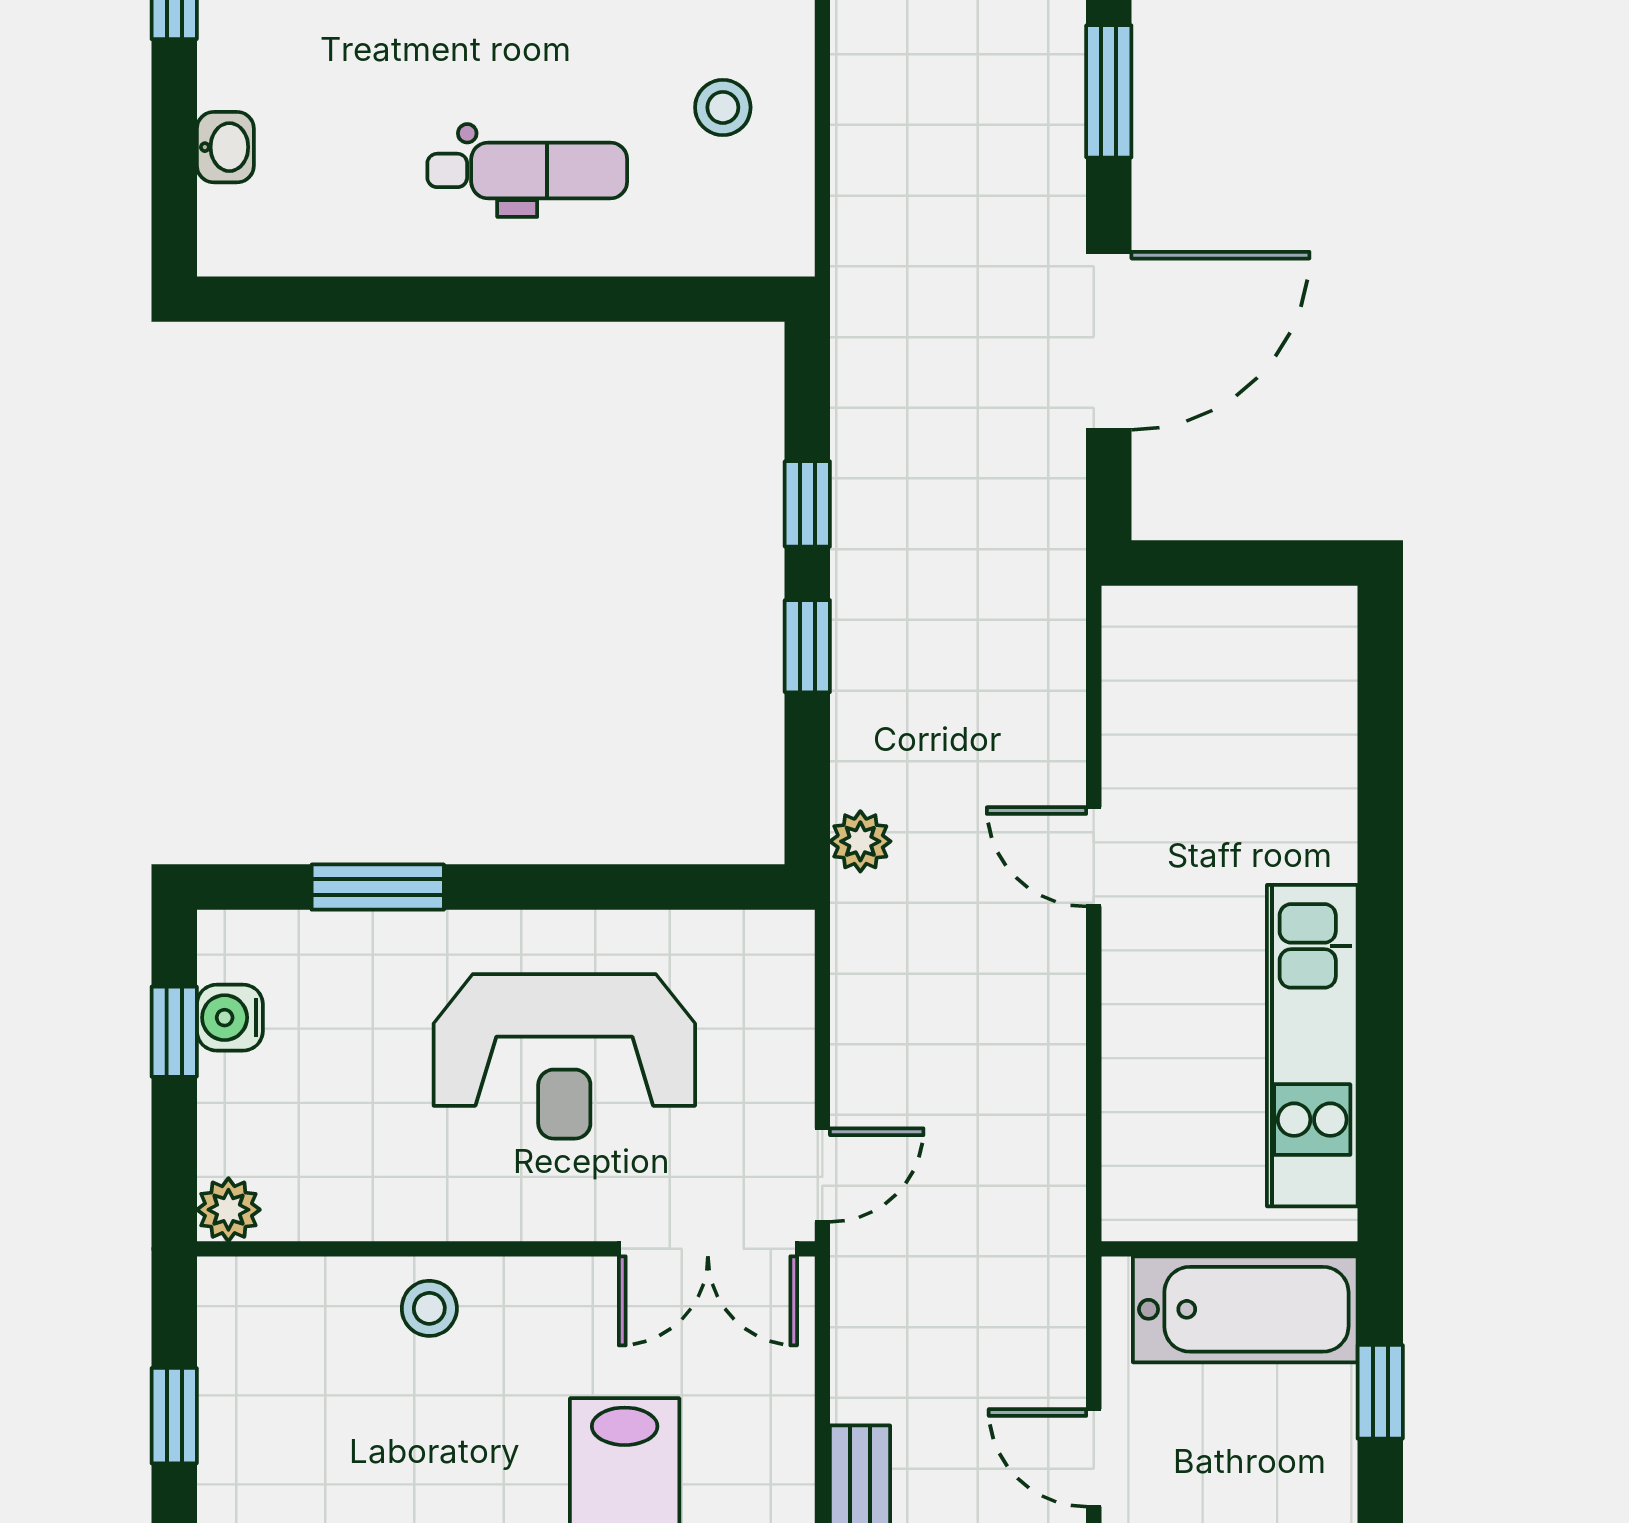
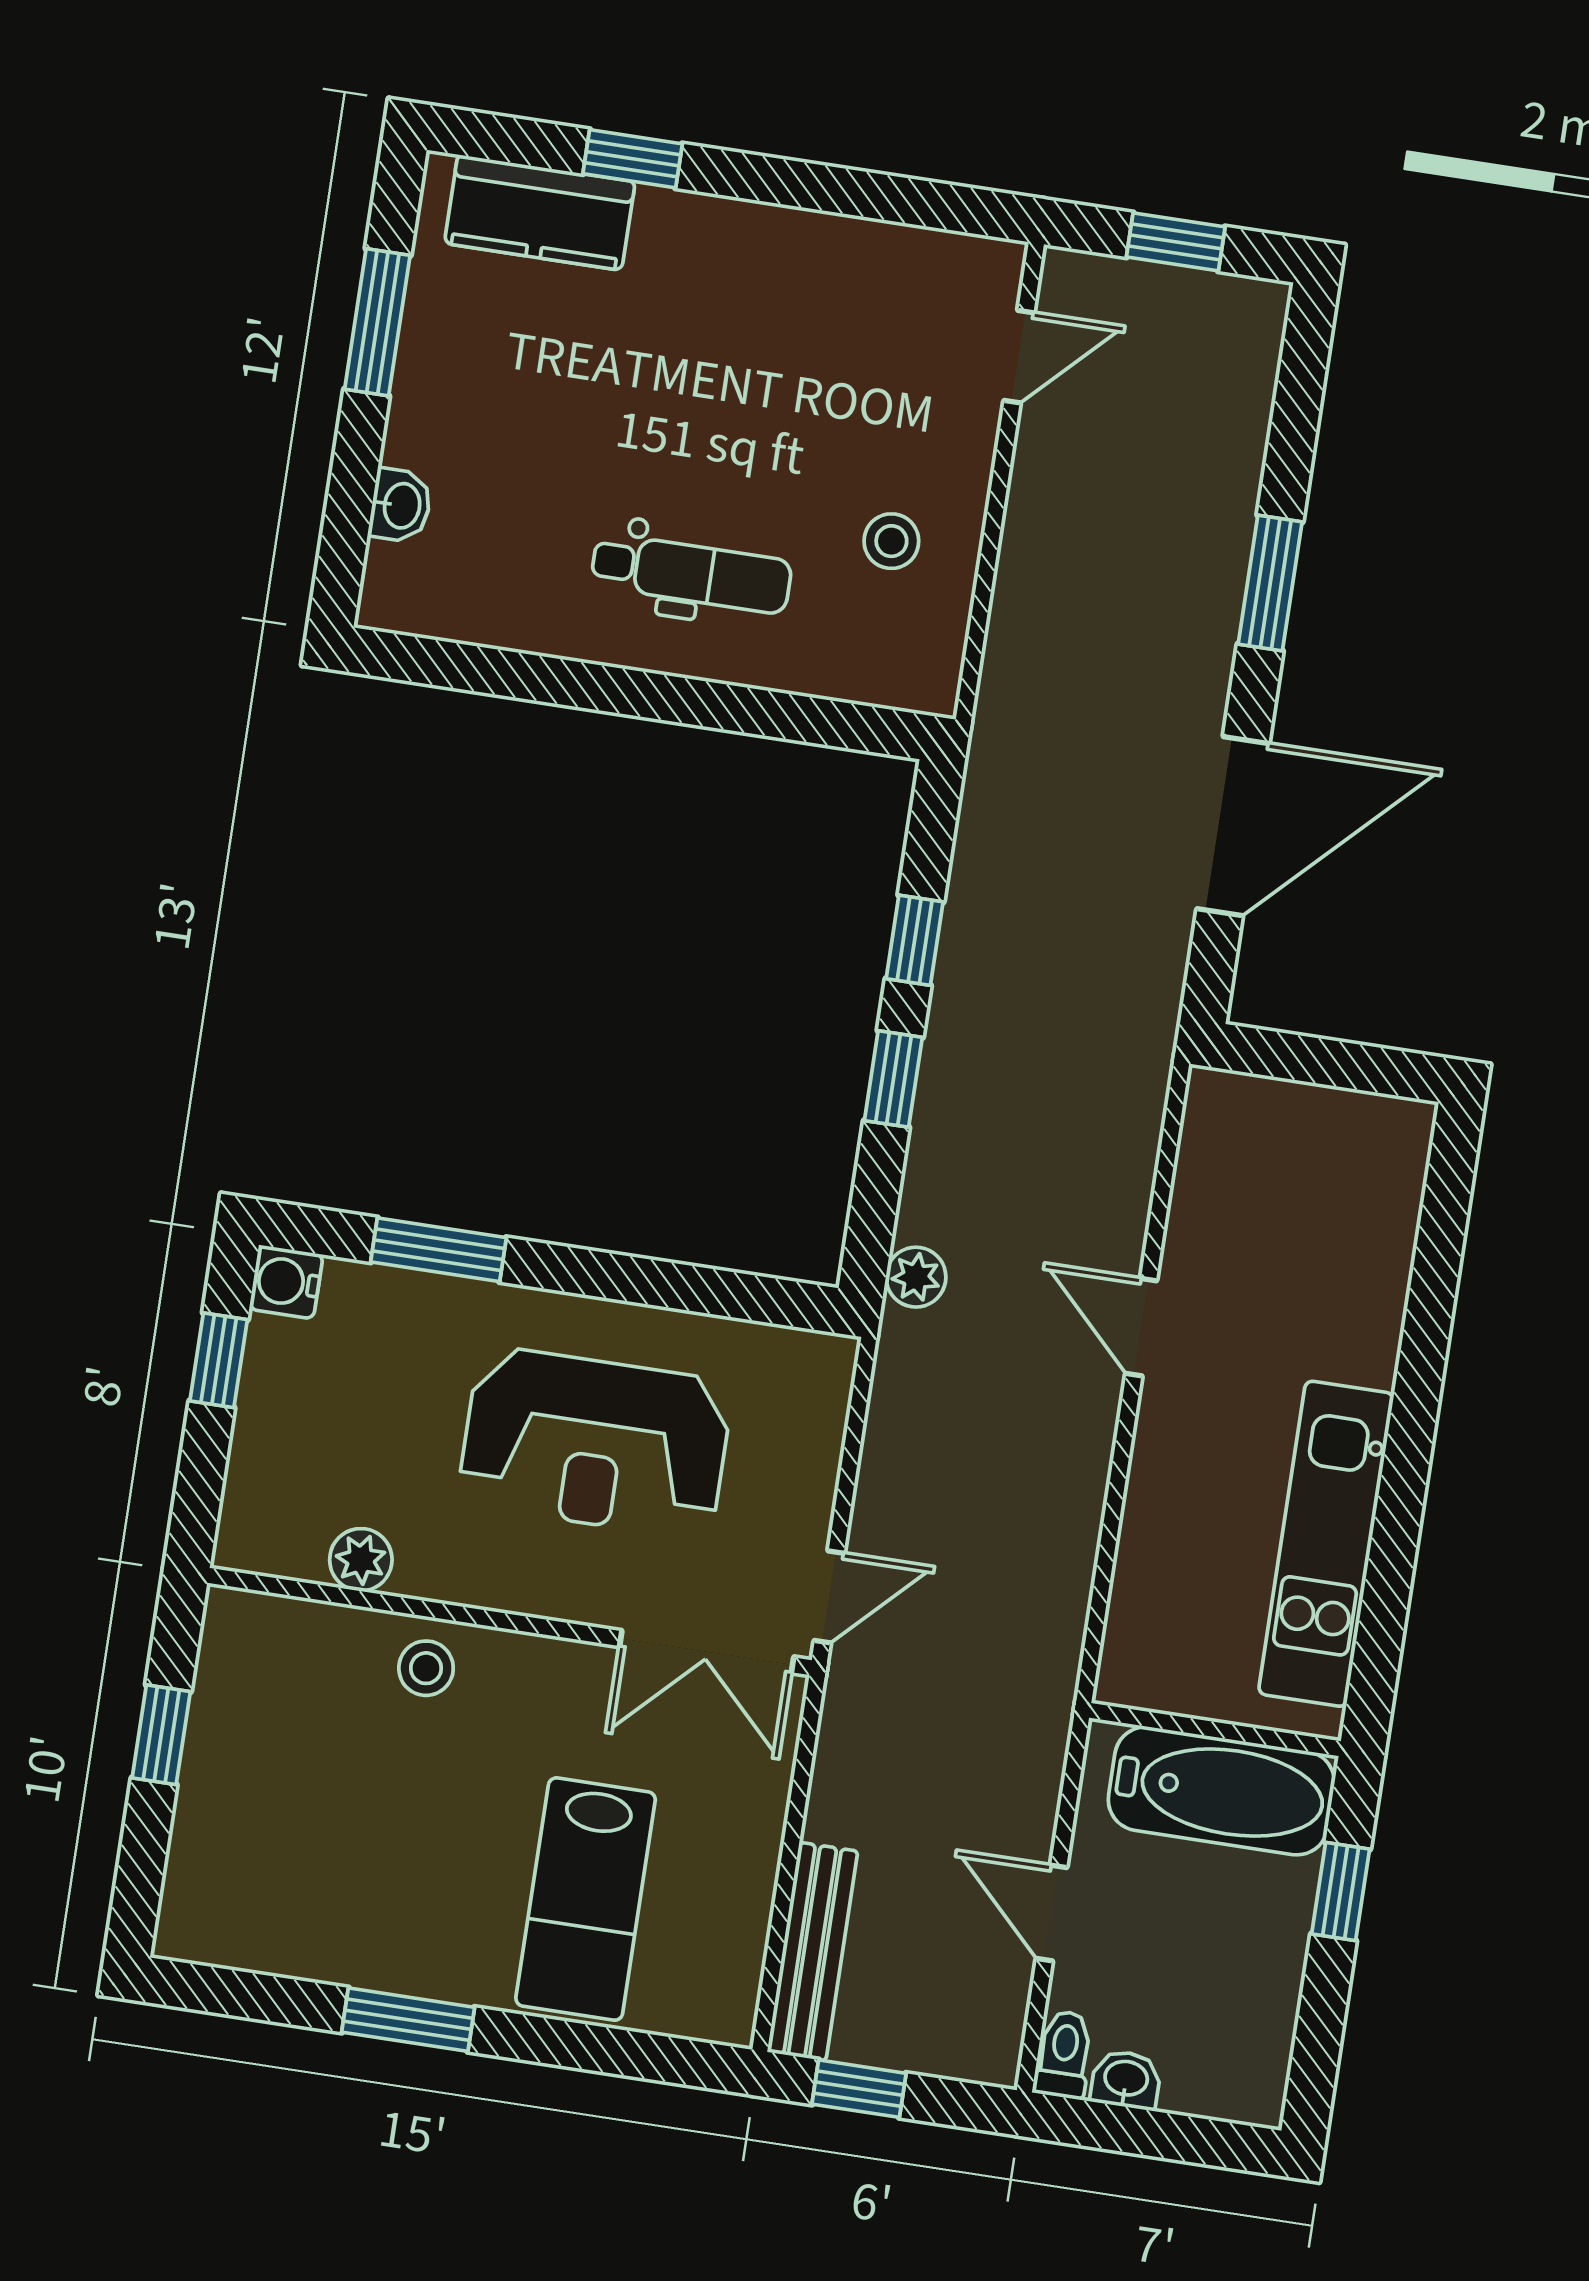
water cooler: (230, 1018) -> (286, 1282), moved
plant: (228, 1210) -> (361, 1560), moved

